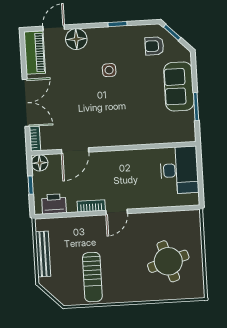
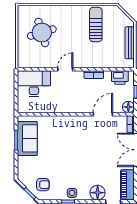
side table: (109, 70) -> (72, 193), moved
sofa: (179, 86) -> (27, 138), moved
desk: (179, 170) -> (34, 84), moved, turned 90
door: (117, 212) -> (65, 69), moved

